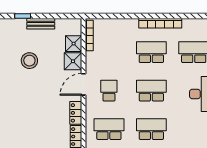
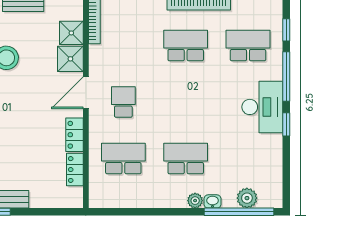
school desk: (151, 91) -> (186, 102), removed

